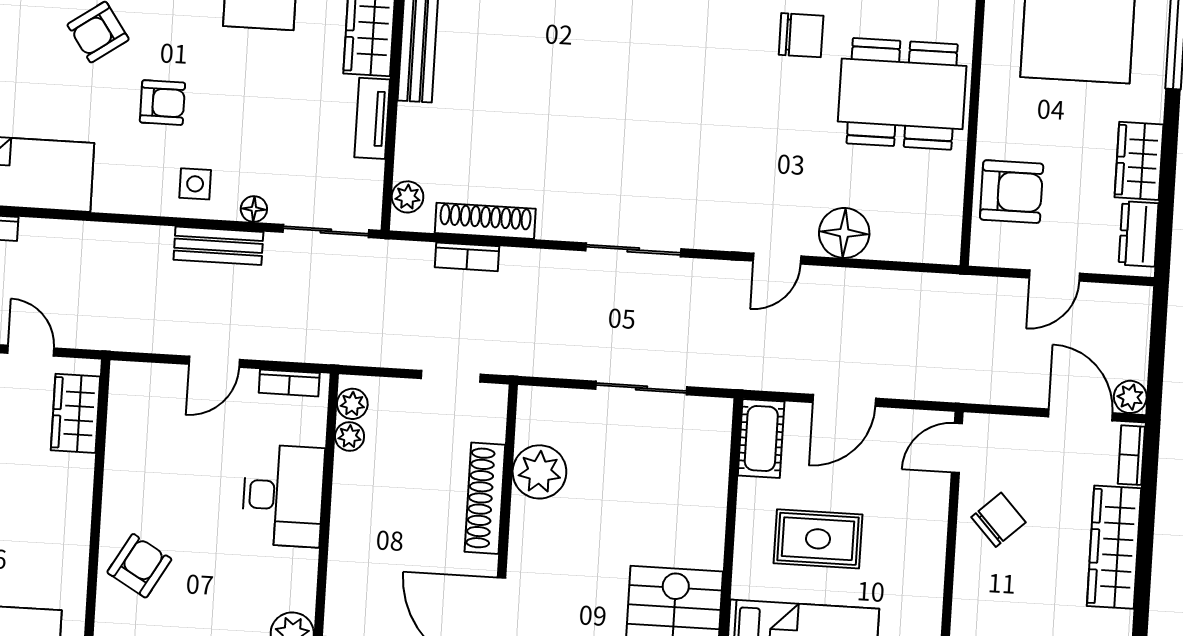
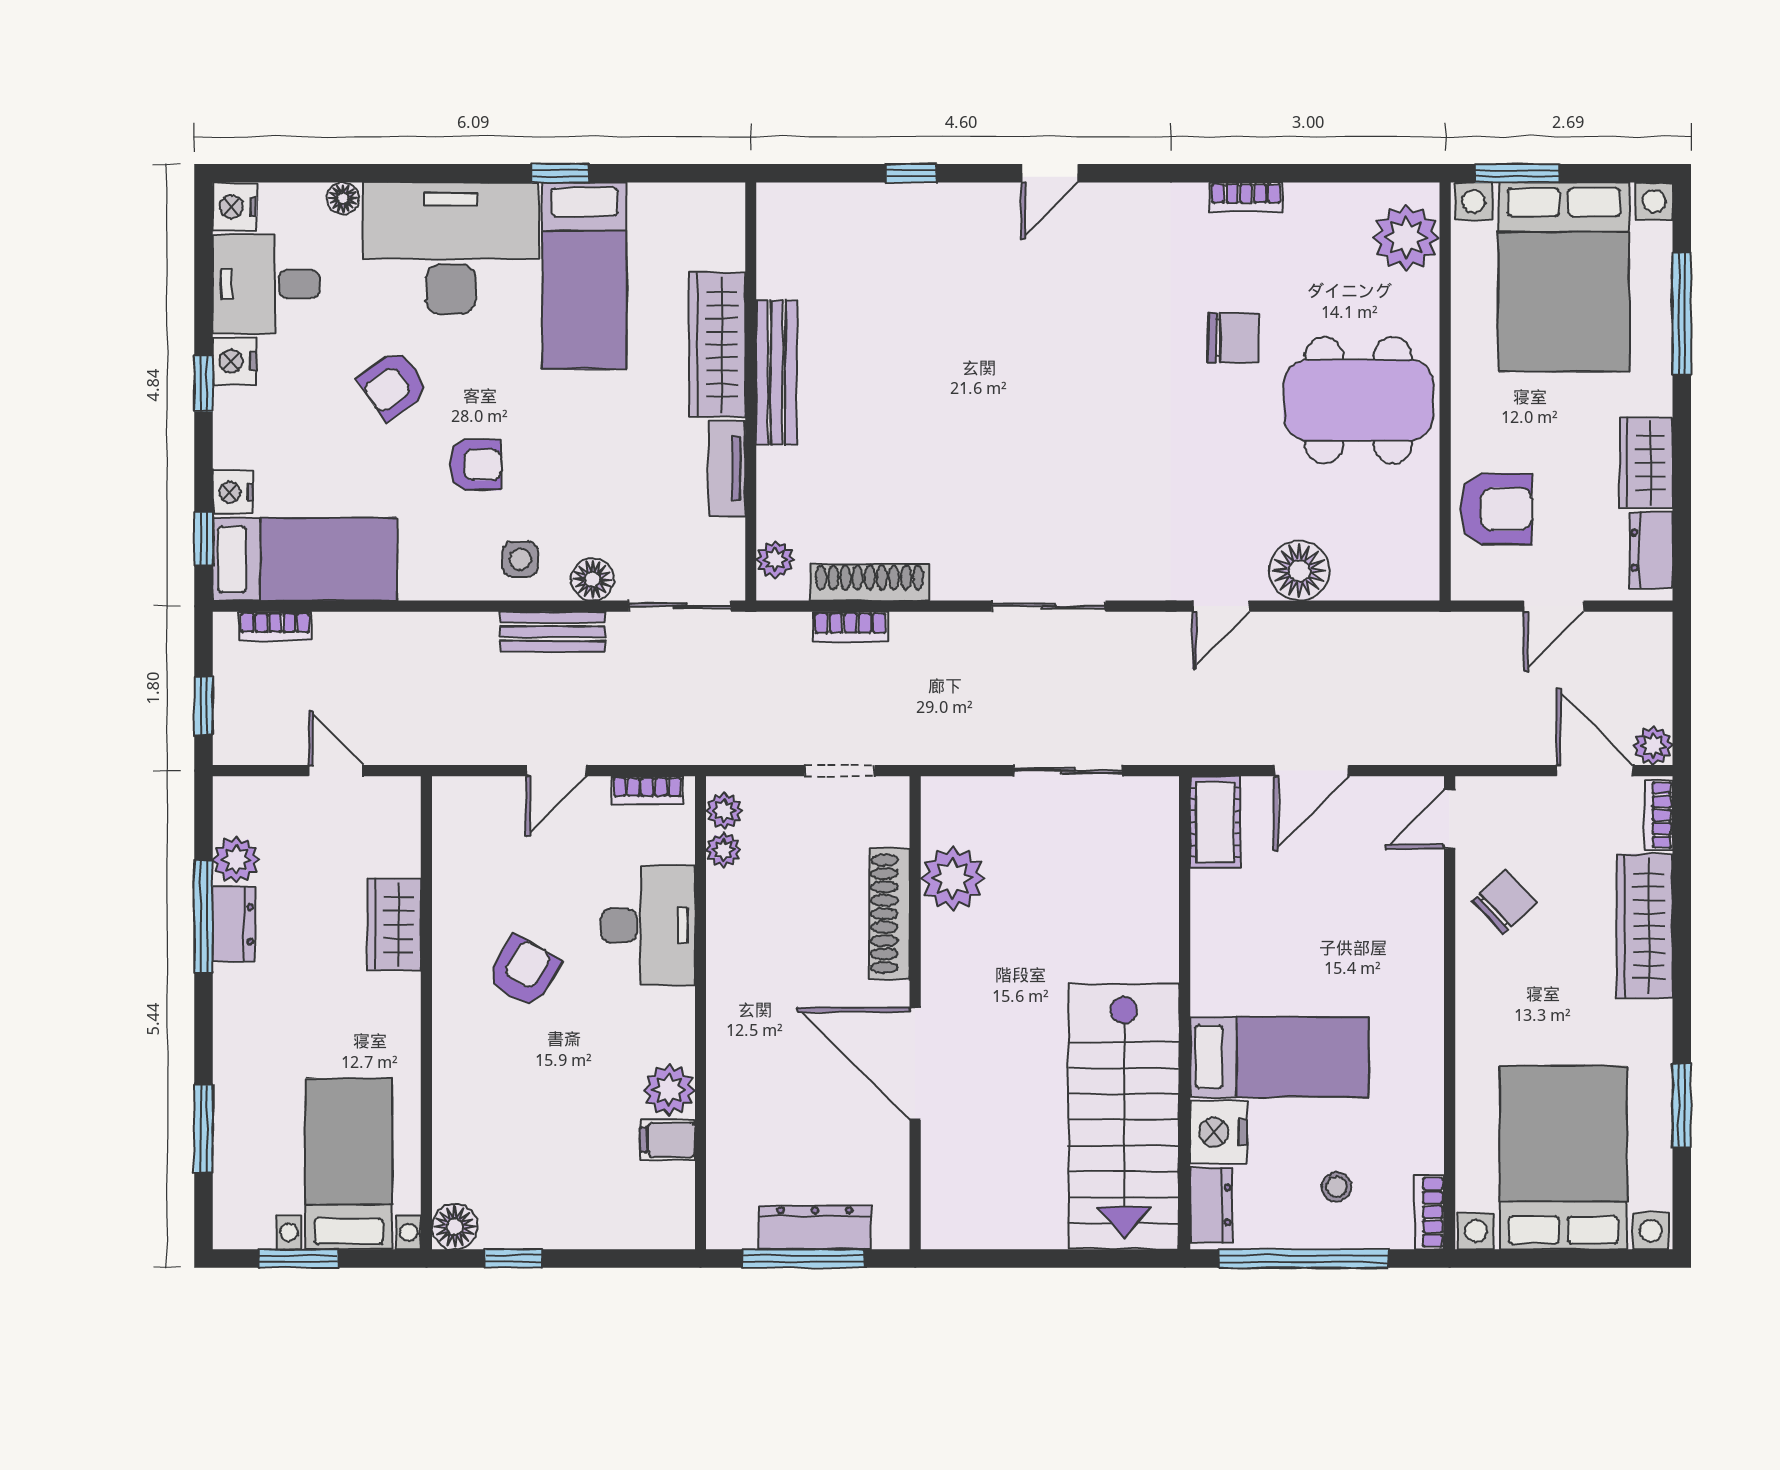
floor lamp: (254, 209) -> (592, 579), width x1.37, depth x1.37
wardrobe: (76, 413) -> (394, 925), moved
rug: (818, 539) -> (1290, 938), removed
armchair: (139, 566) -> (524, 971), moved

